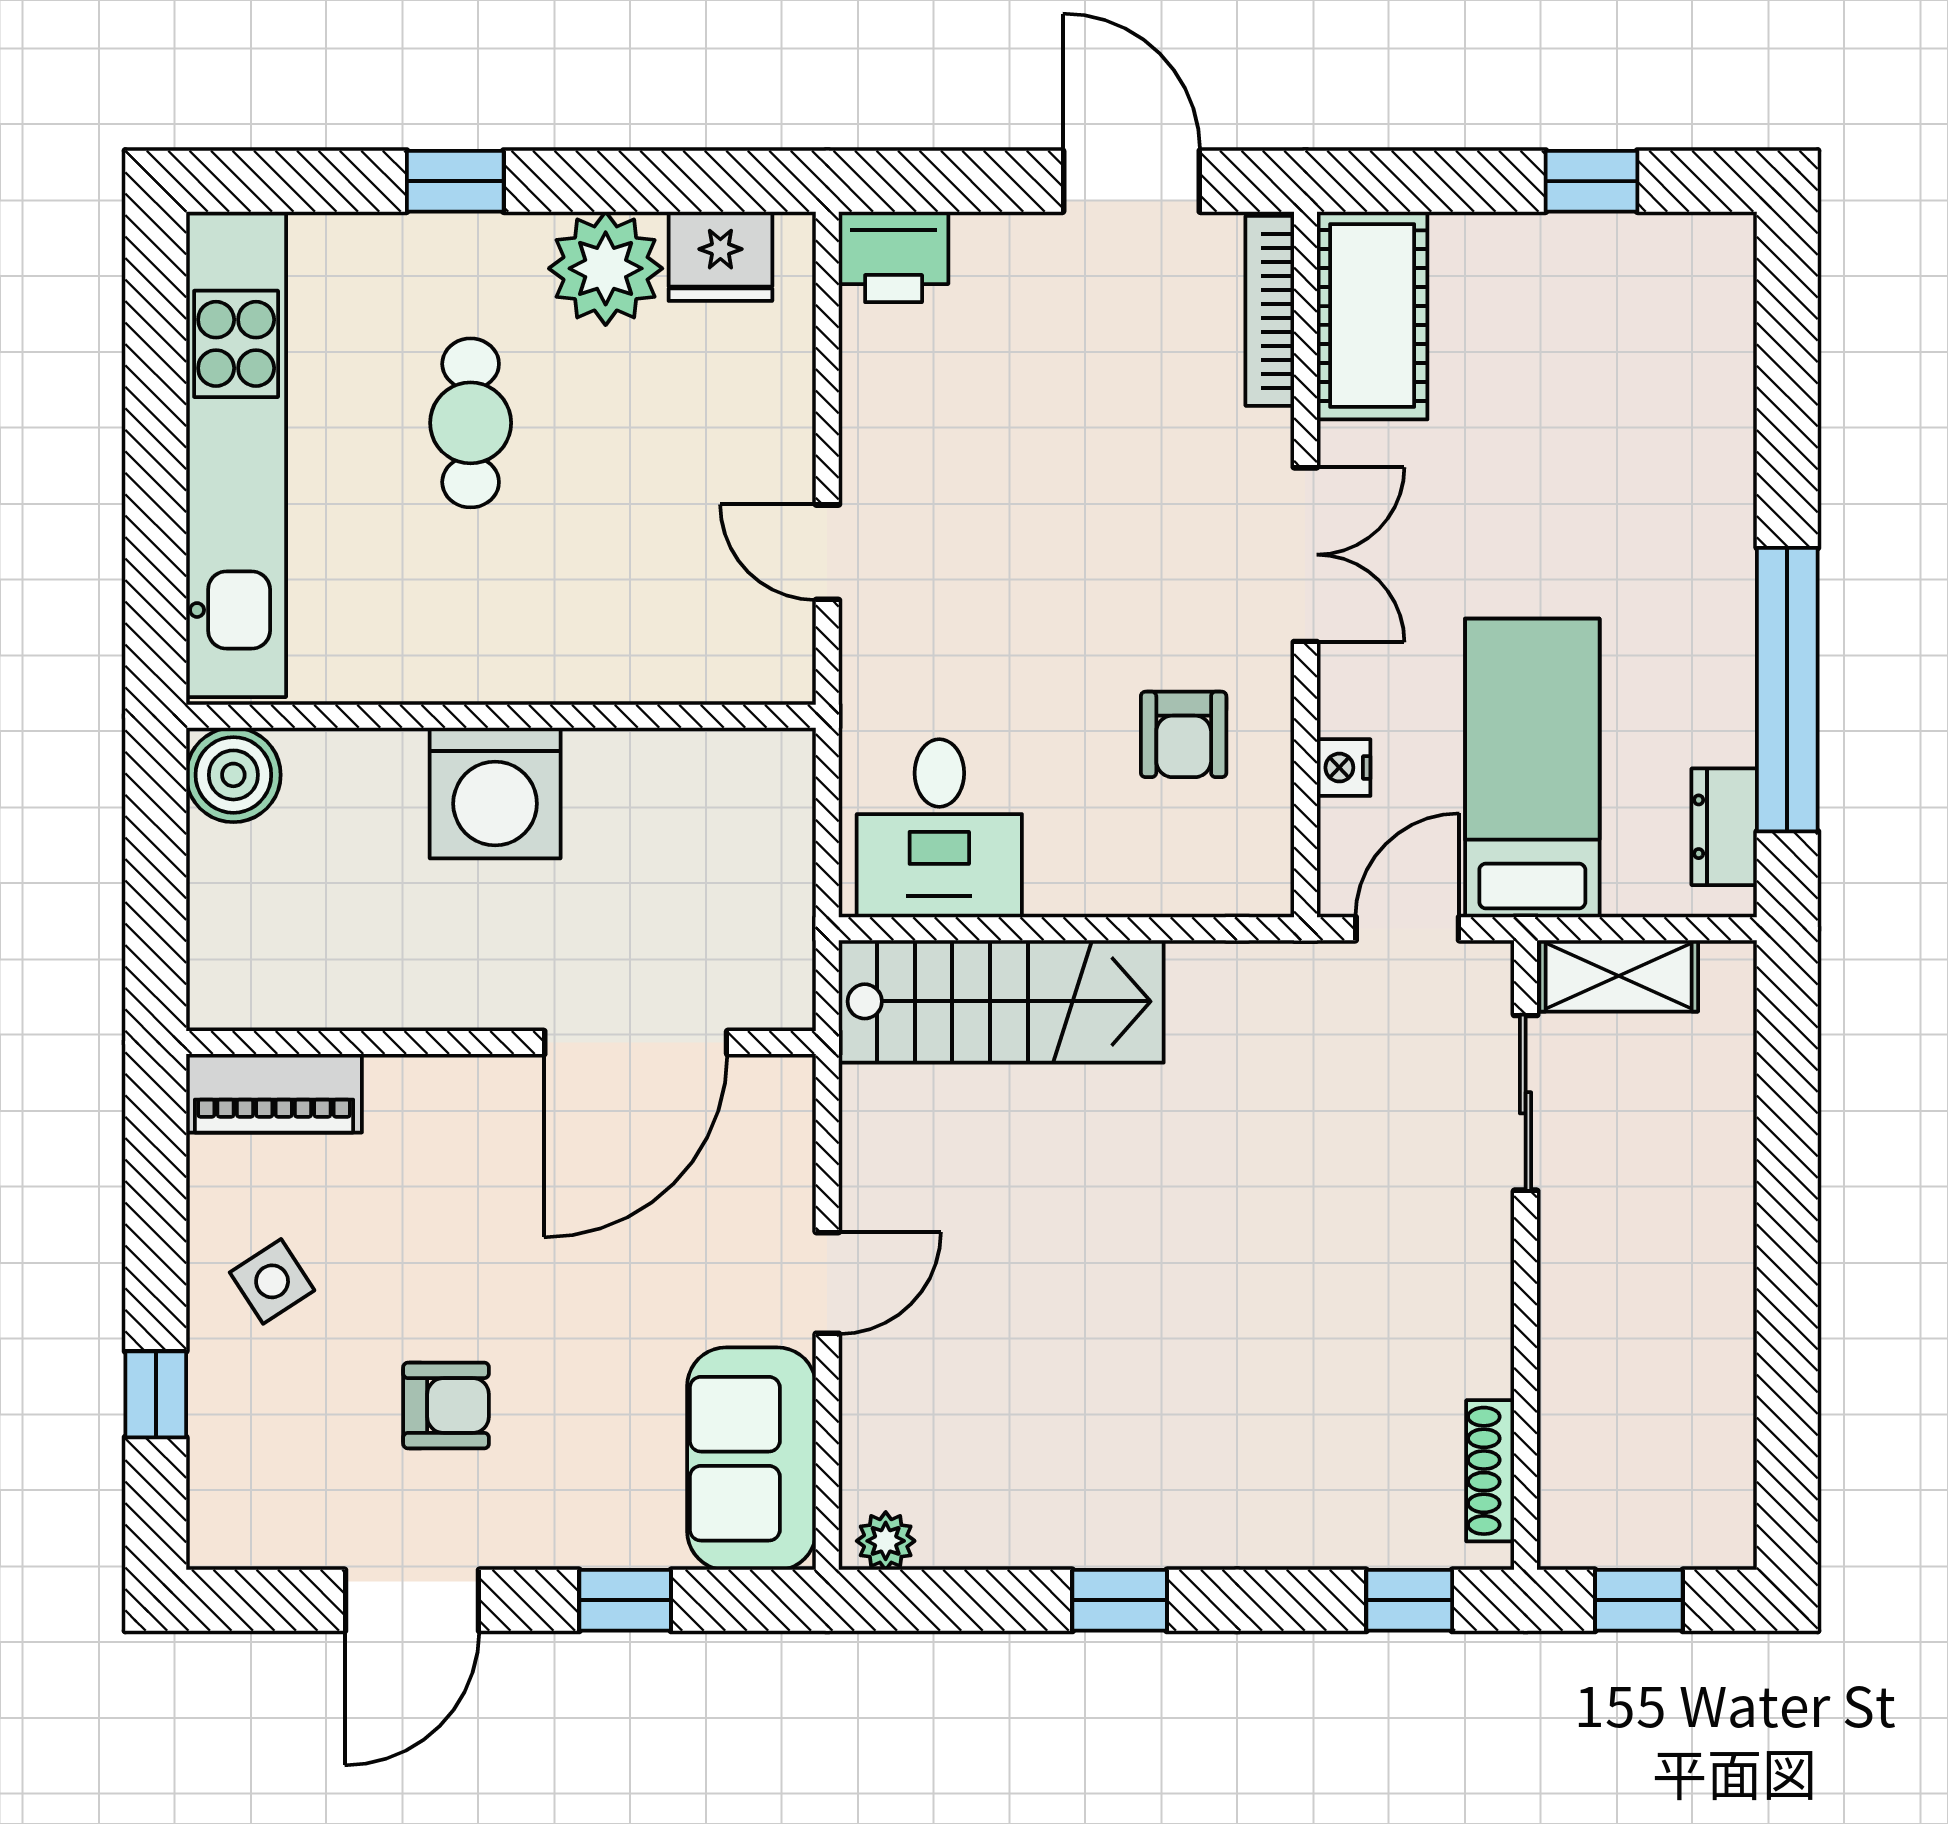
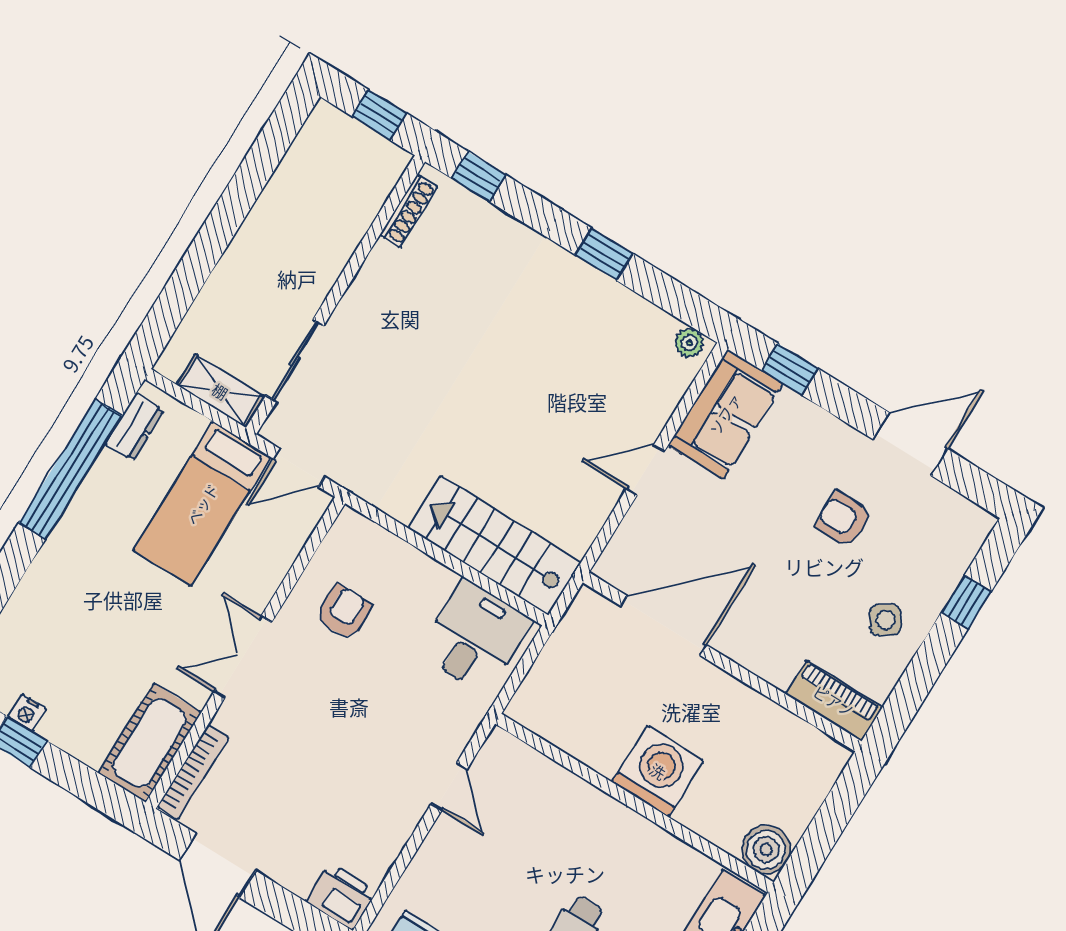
nightstand: (1344, 768) -> (27, 713), moved, turned 90
window: (625, 1600) -> (790, 369), moved

